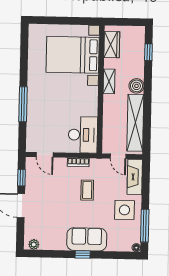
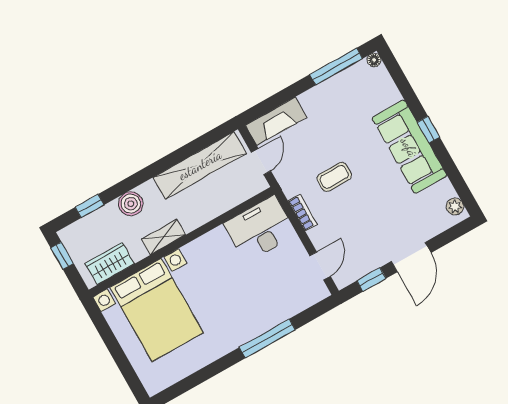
window: (131, 22) -> (62, 256), added
boiler: (136, 86) -> (131, 204), moved
side table: (124, 210) -> (331, 108), removed
sofa: (87, 239) -> (409, 147), width x1.36

